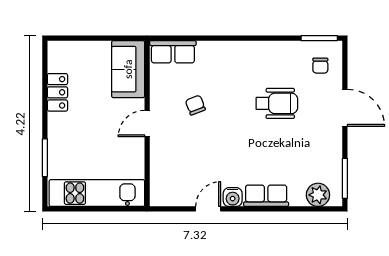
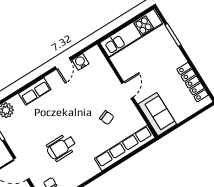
row of seats: (173, 52) -> (125, 148), width x2.02
locker: (57, 92) -> (193, 82), width x1.53
water cooler: (233, 197) -> (80, 62), moved

